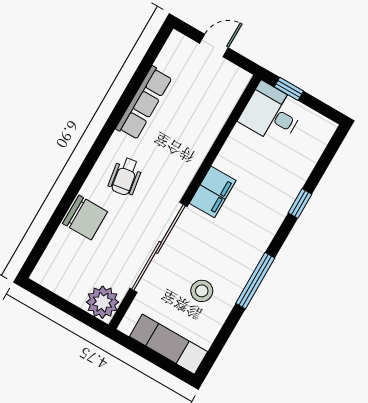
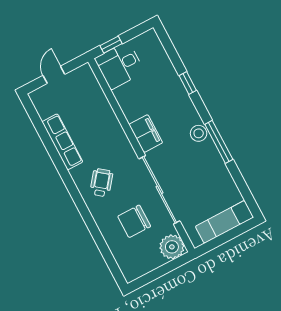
wheelchair: (125, 176) -> (101, 183), turned -133
chair: (85, 218) -> (134, 221), moved, turned 180
stool: (202, 291) -> (199, 133), moved

